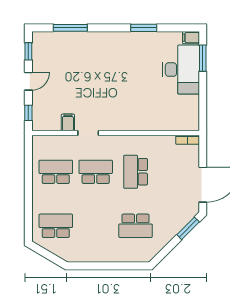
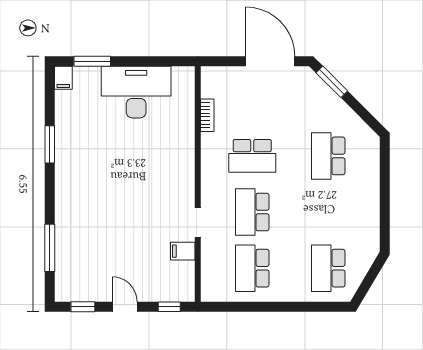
desk: (181, 70) -> (136, 92), moved
bookcase: (188, 140) -> (207, 115), moved
school desk: (136, 226) -> (328, 156), turned 180

